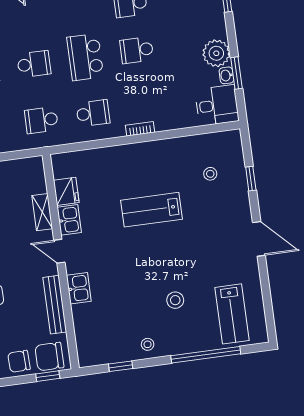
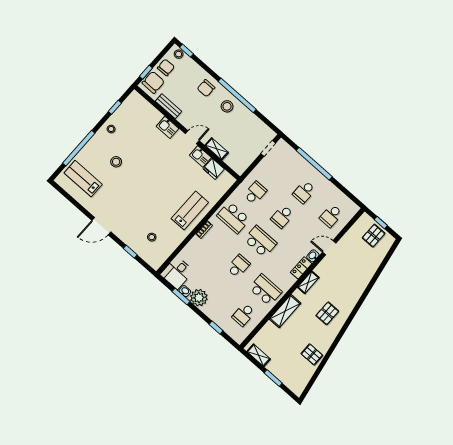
school desk: (93, 113) -> (233, 217), width x1.85
lab bench: (152, 210) -> (190, 211), moved
bench: (55, 305) -> (169, 106), width x0.73

